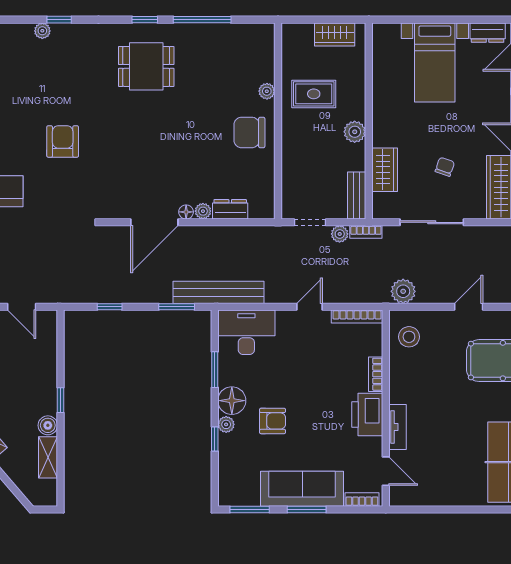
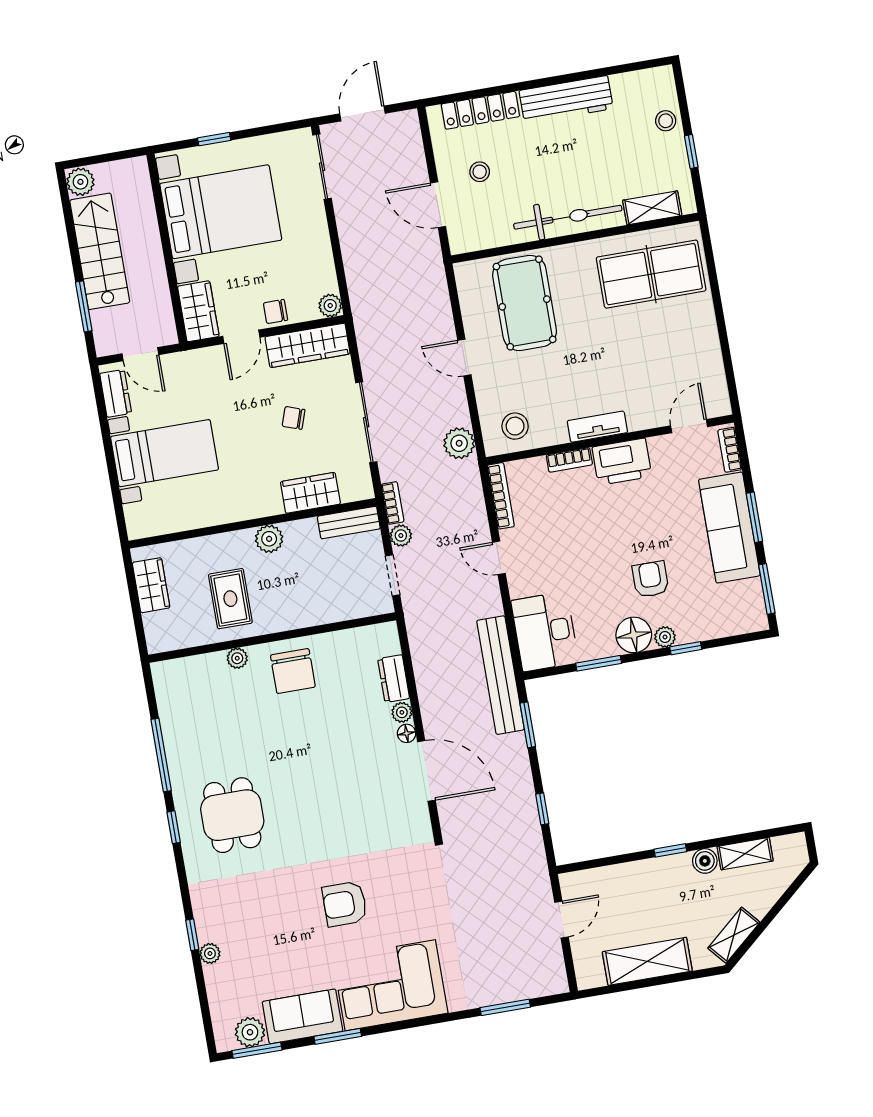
tv unit: (398, 427) -> (597, 427), moved

